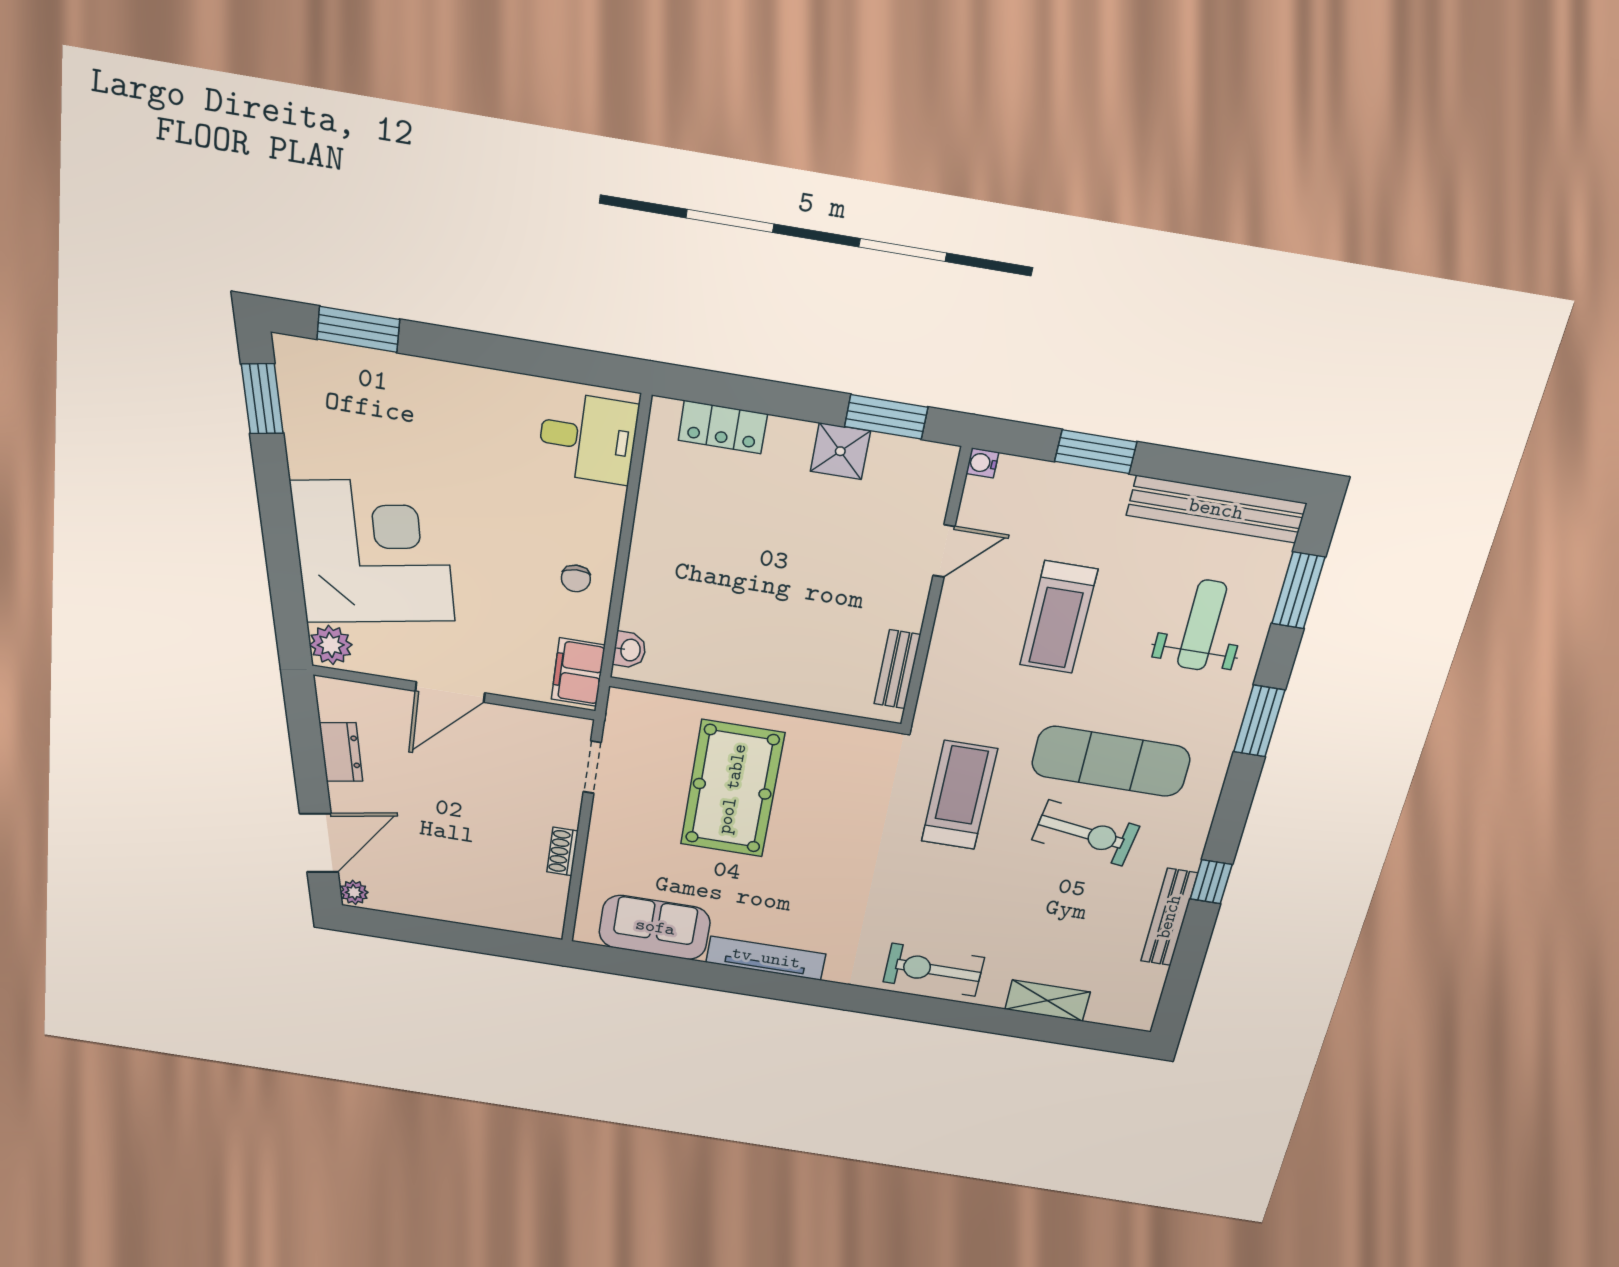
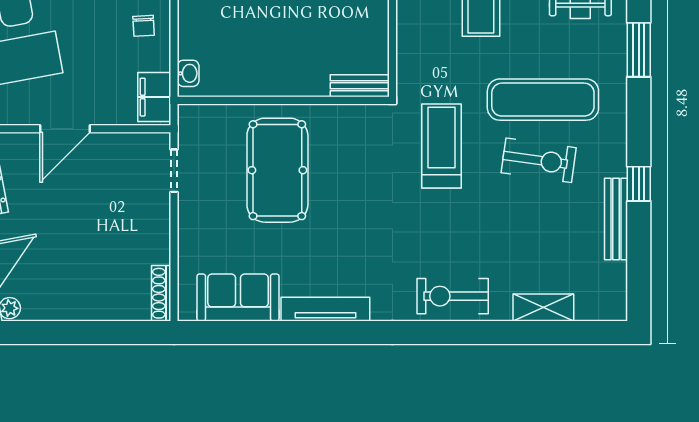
bench: (897, 669) -> (360, 86), moved, turned 90
shoe rack: (562, 852) -> (161, 293), moved, width x1.43

